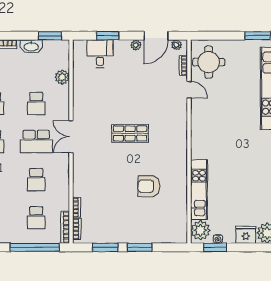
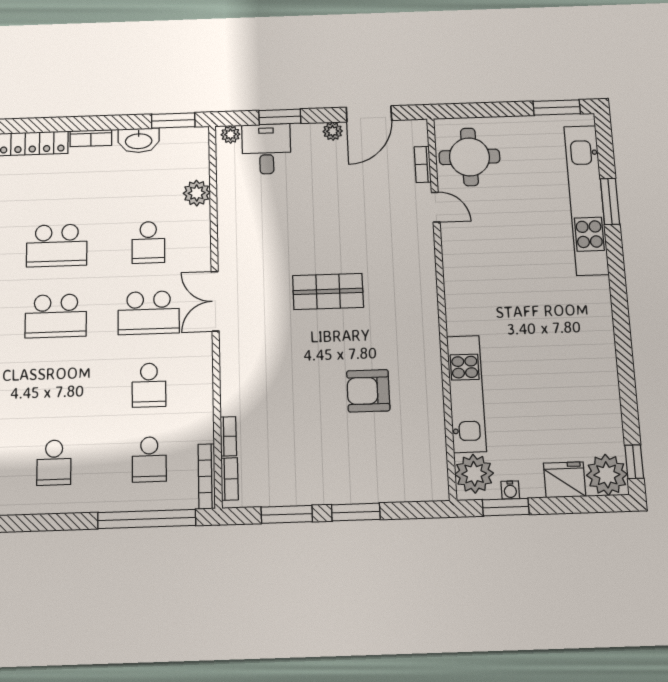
plant: (176, 45) -> (230, 134), moved

